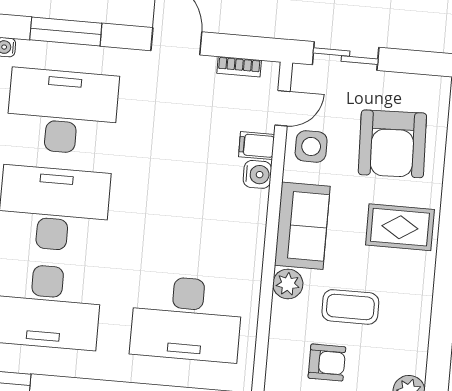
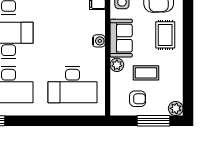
water cooler: (257, 174) -> (99, 41), moved
rug: (400, 227) -> (165, 35), turned 90

